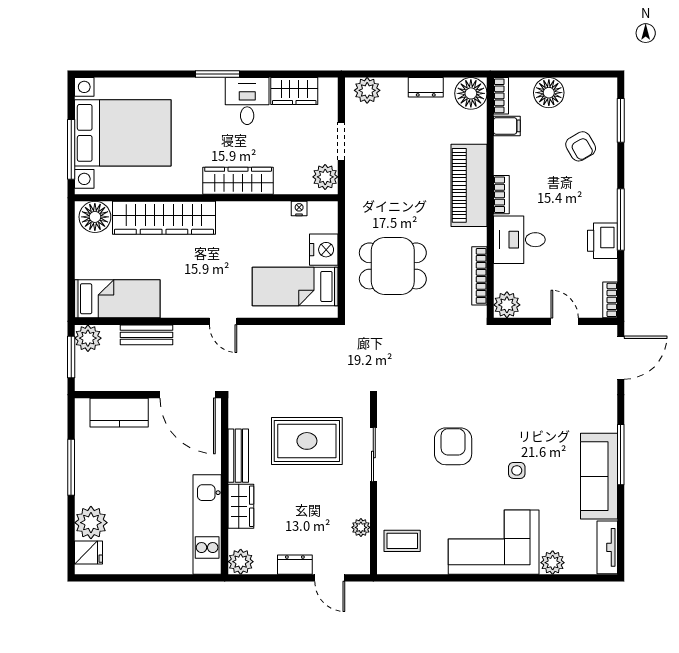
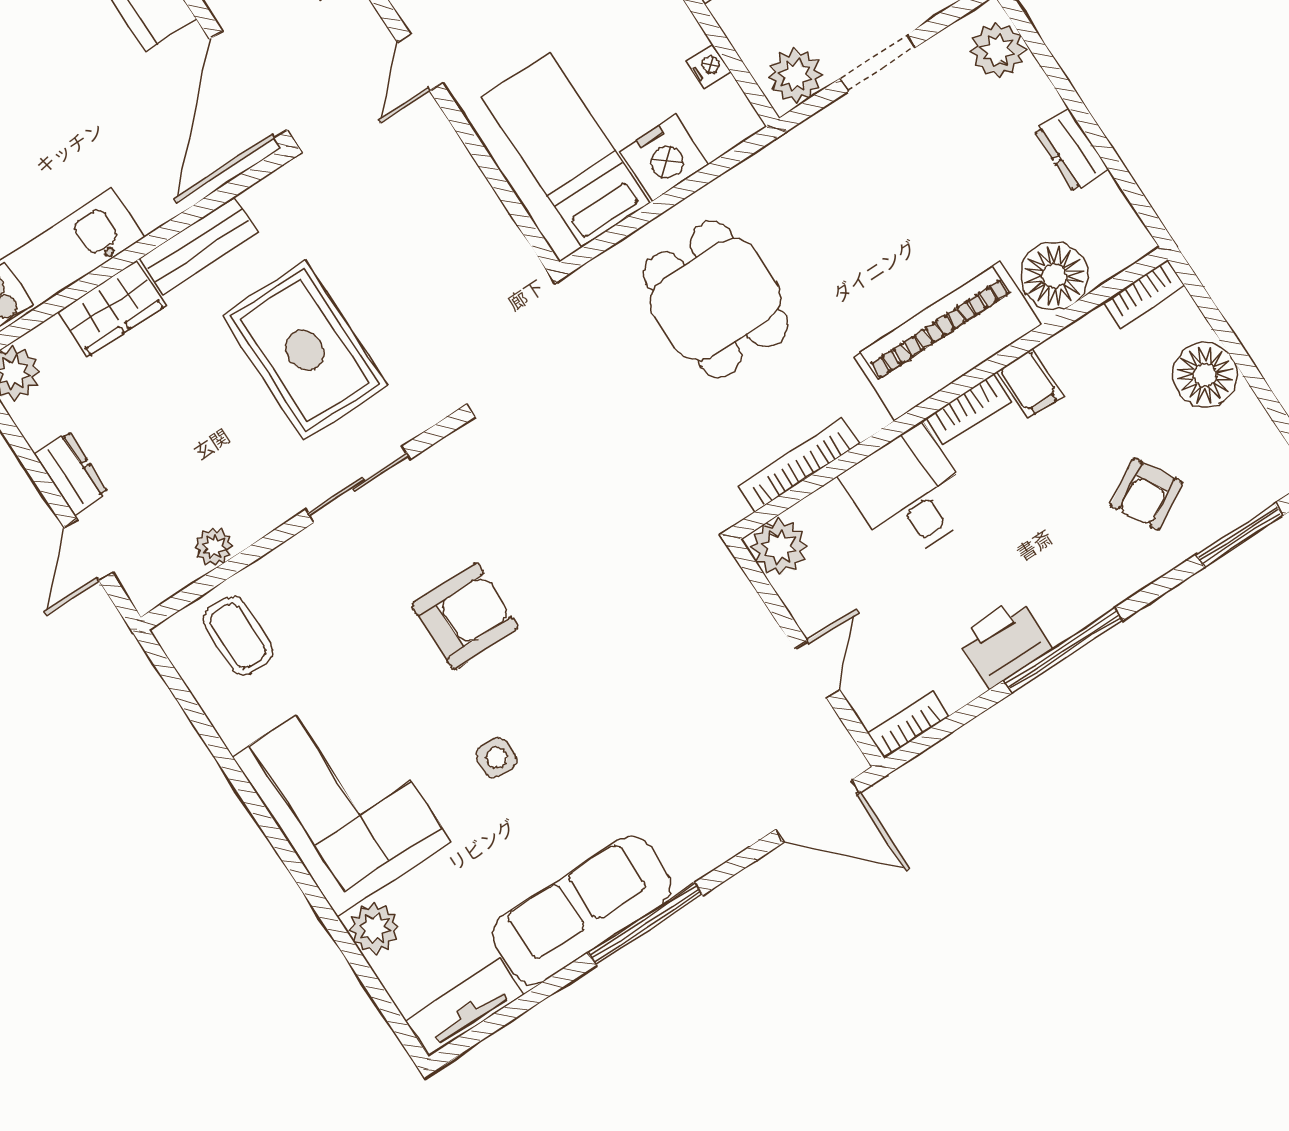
floor lamp: (471, 93) -> (1054, 276), moved
filing cabinet: (507, 126) -> (1030, 383), moved

